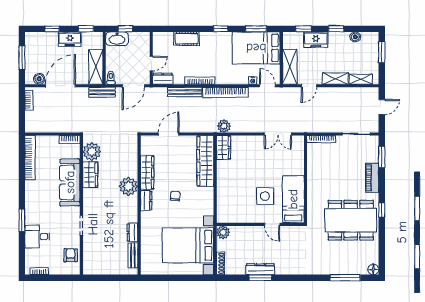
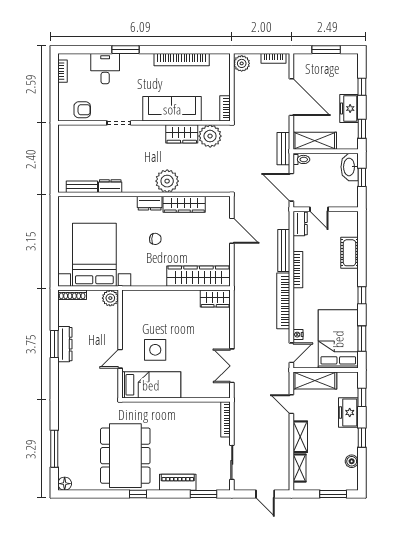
boiler: (39, 79) -> (300, 71), removed
plant: (224, 126) -> (242, 63), moved
bookcase: (30, 158) -> (182, 60), moved

